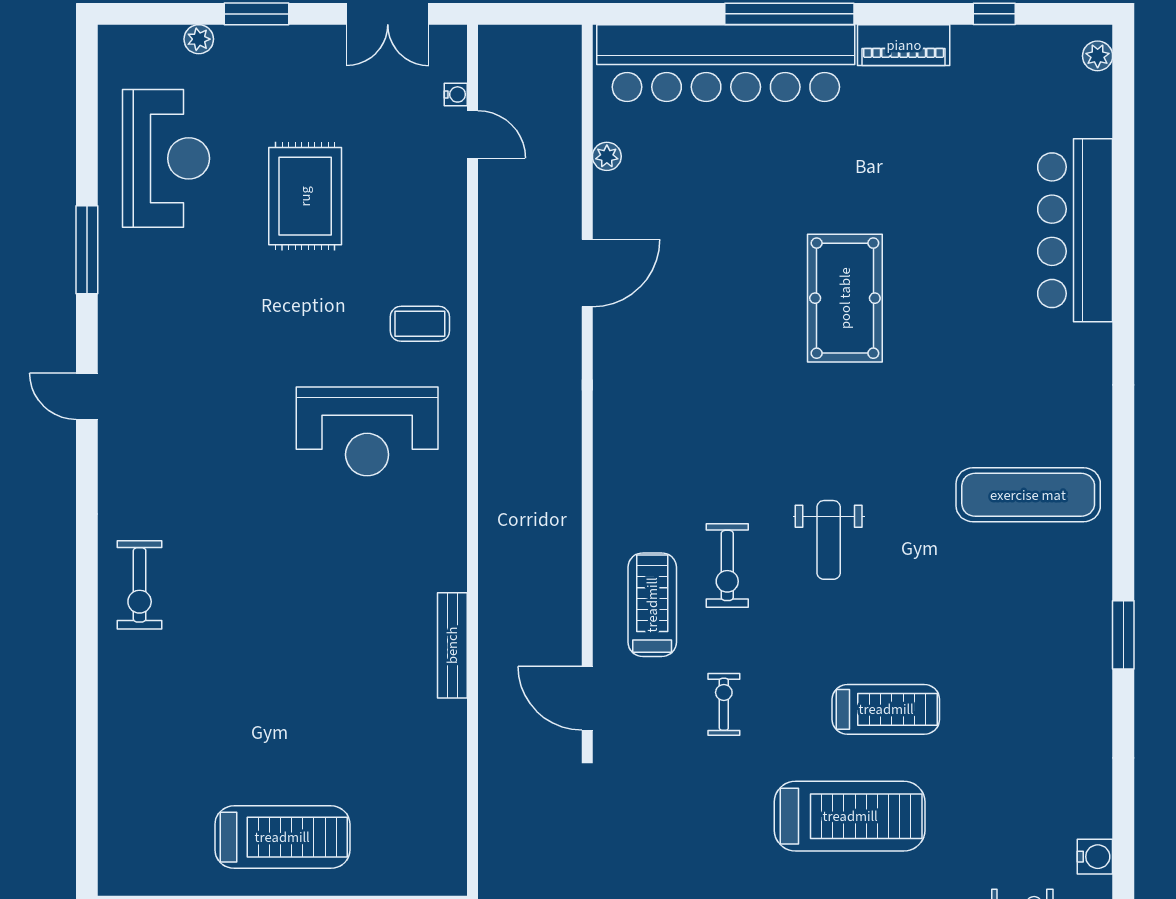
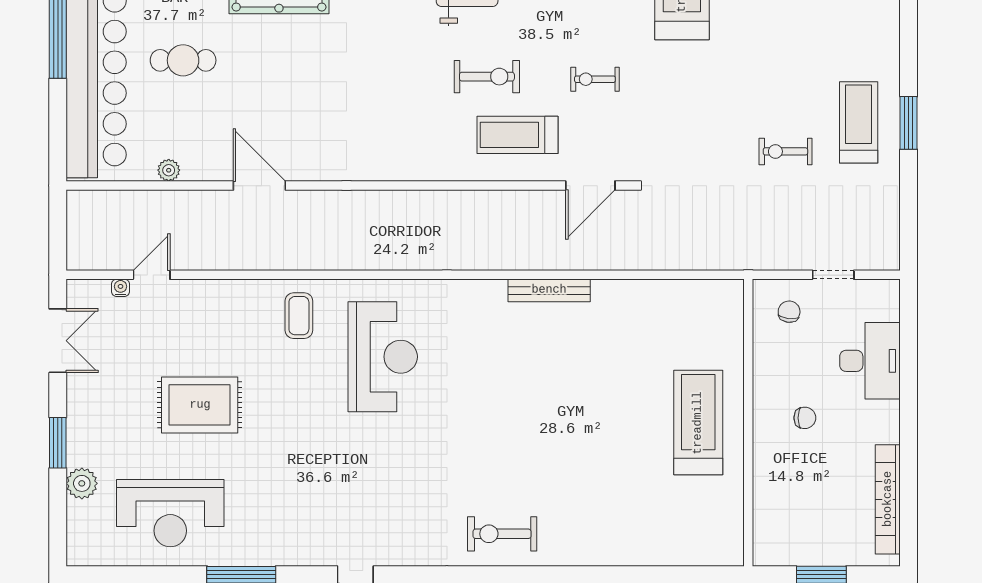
plant: (199, 39) -> (82, 483), width x1.38, depth x1.38
reception desk: (166, 158) -> (170, 513), turned 180
cafe table: (748, 175) -> (183, 60), added
exercise bike: (140, 585) -> (502, 534), turned 180

